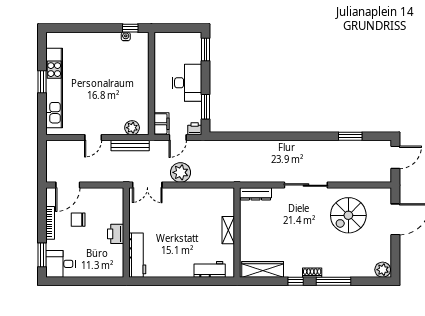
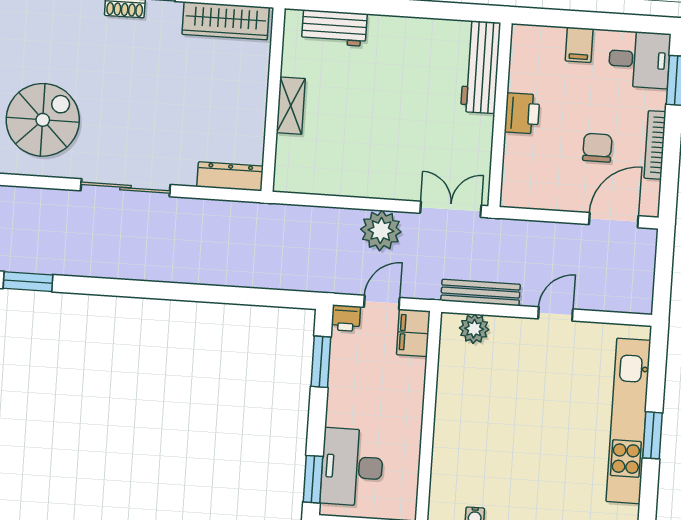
desk: (187, 83) -> (352, 467), moved
chair: (78, 220) -> (597, 148), turned -90
filing cabinet: (90, 269) -> (579, 45), added

